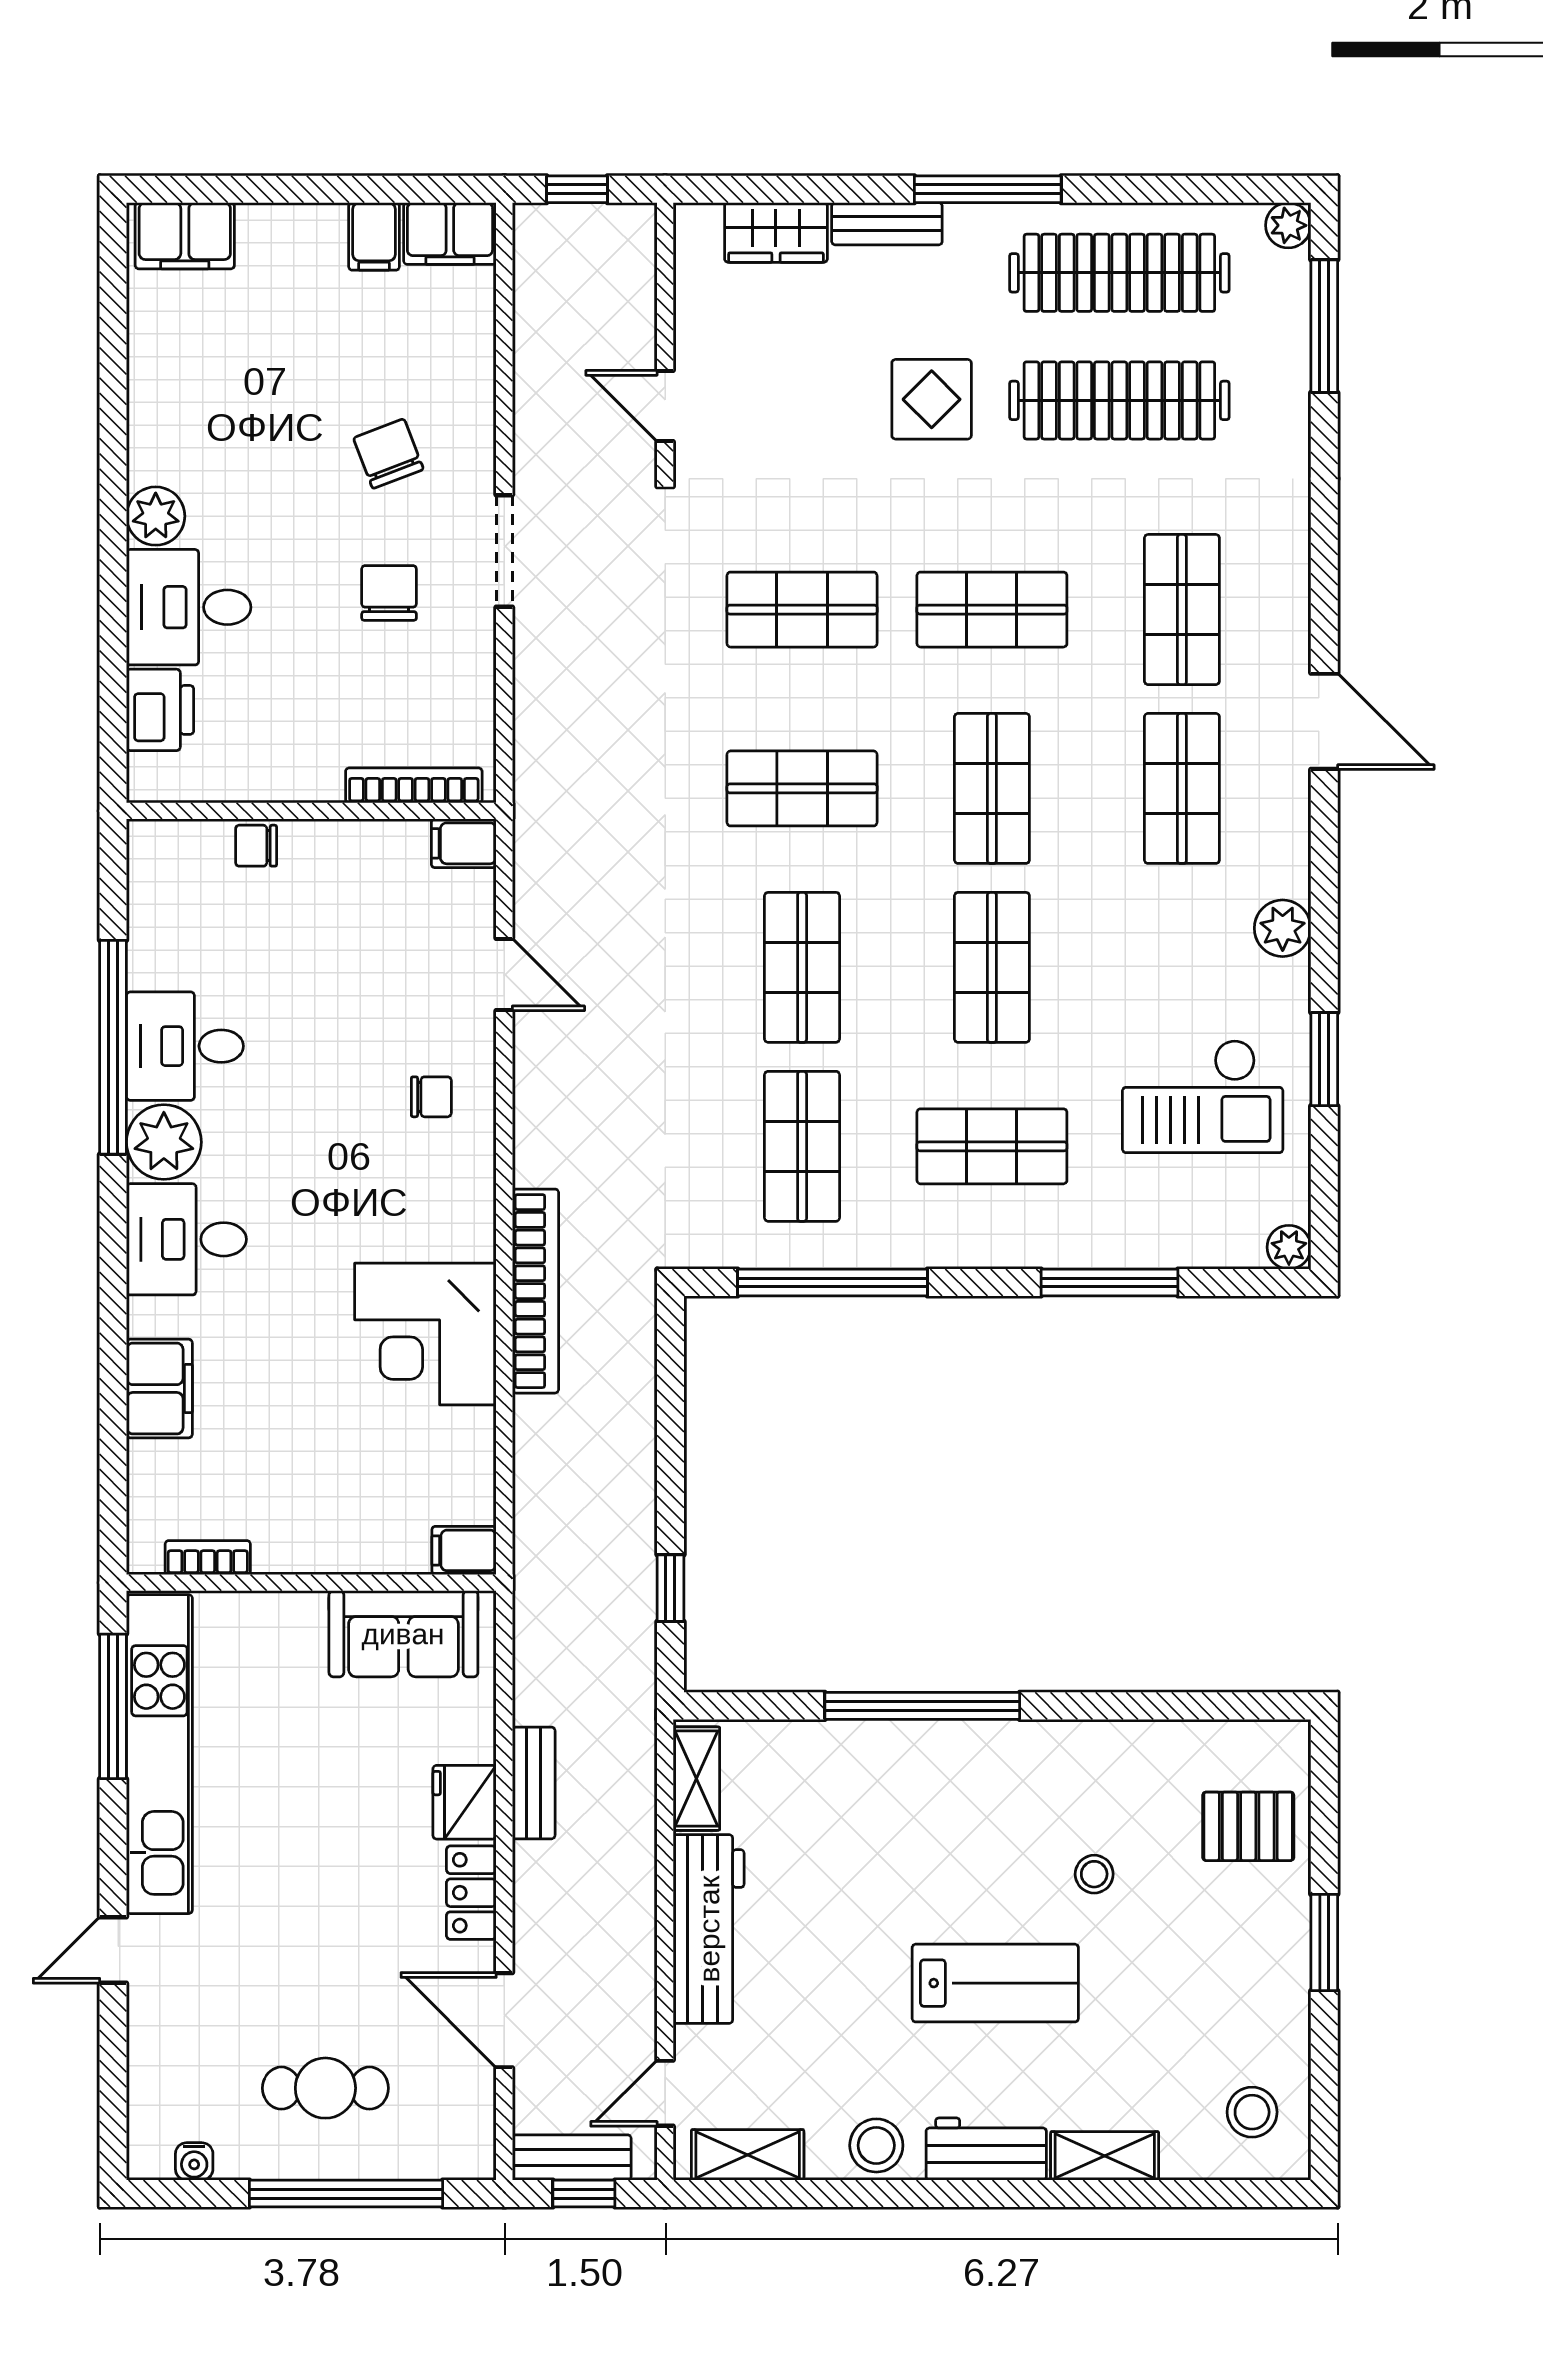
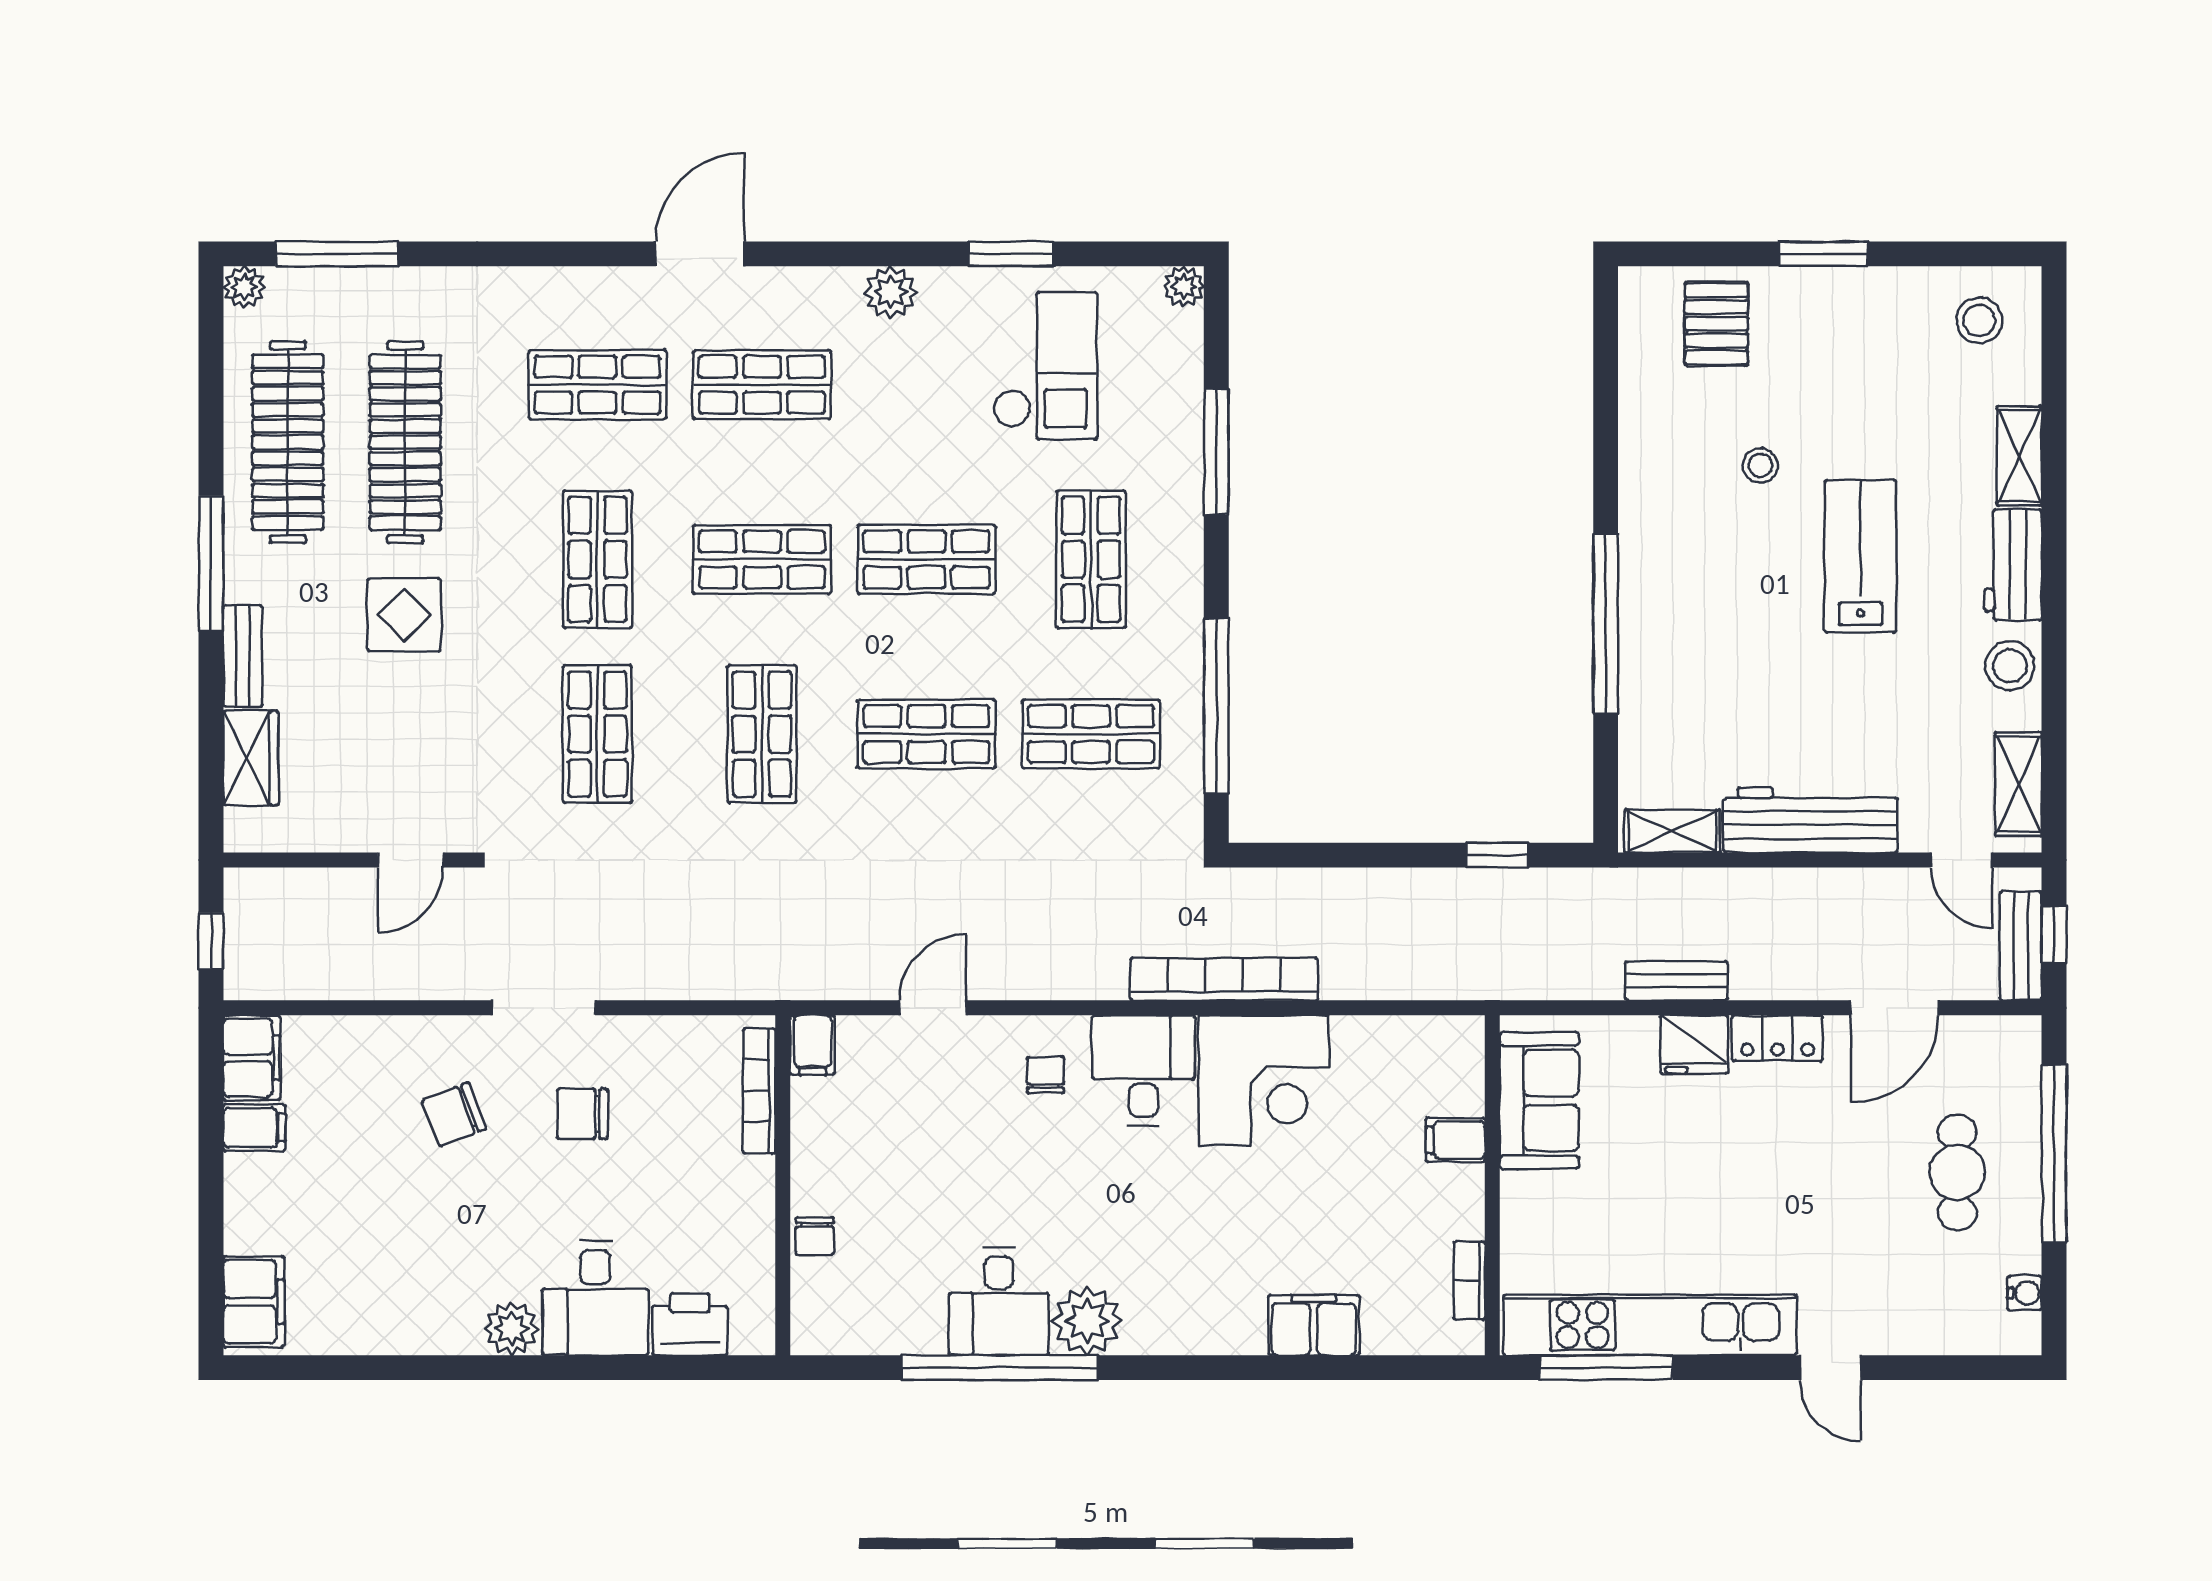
desk: (186, 1239) -> (1143, 1070), moved, turned 180
filing cabinet: (464, 1550) -> (1455, 1140), moved, turned 90

